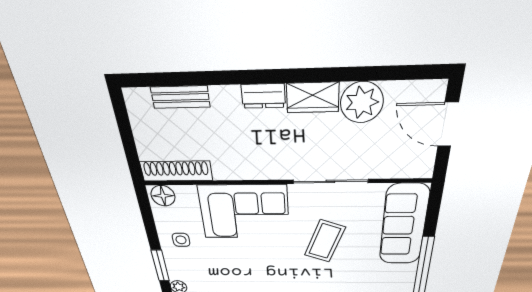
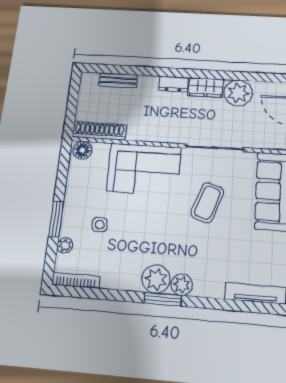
side table: (181, 240) -> (100, 225), moved

